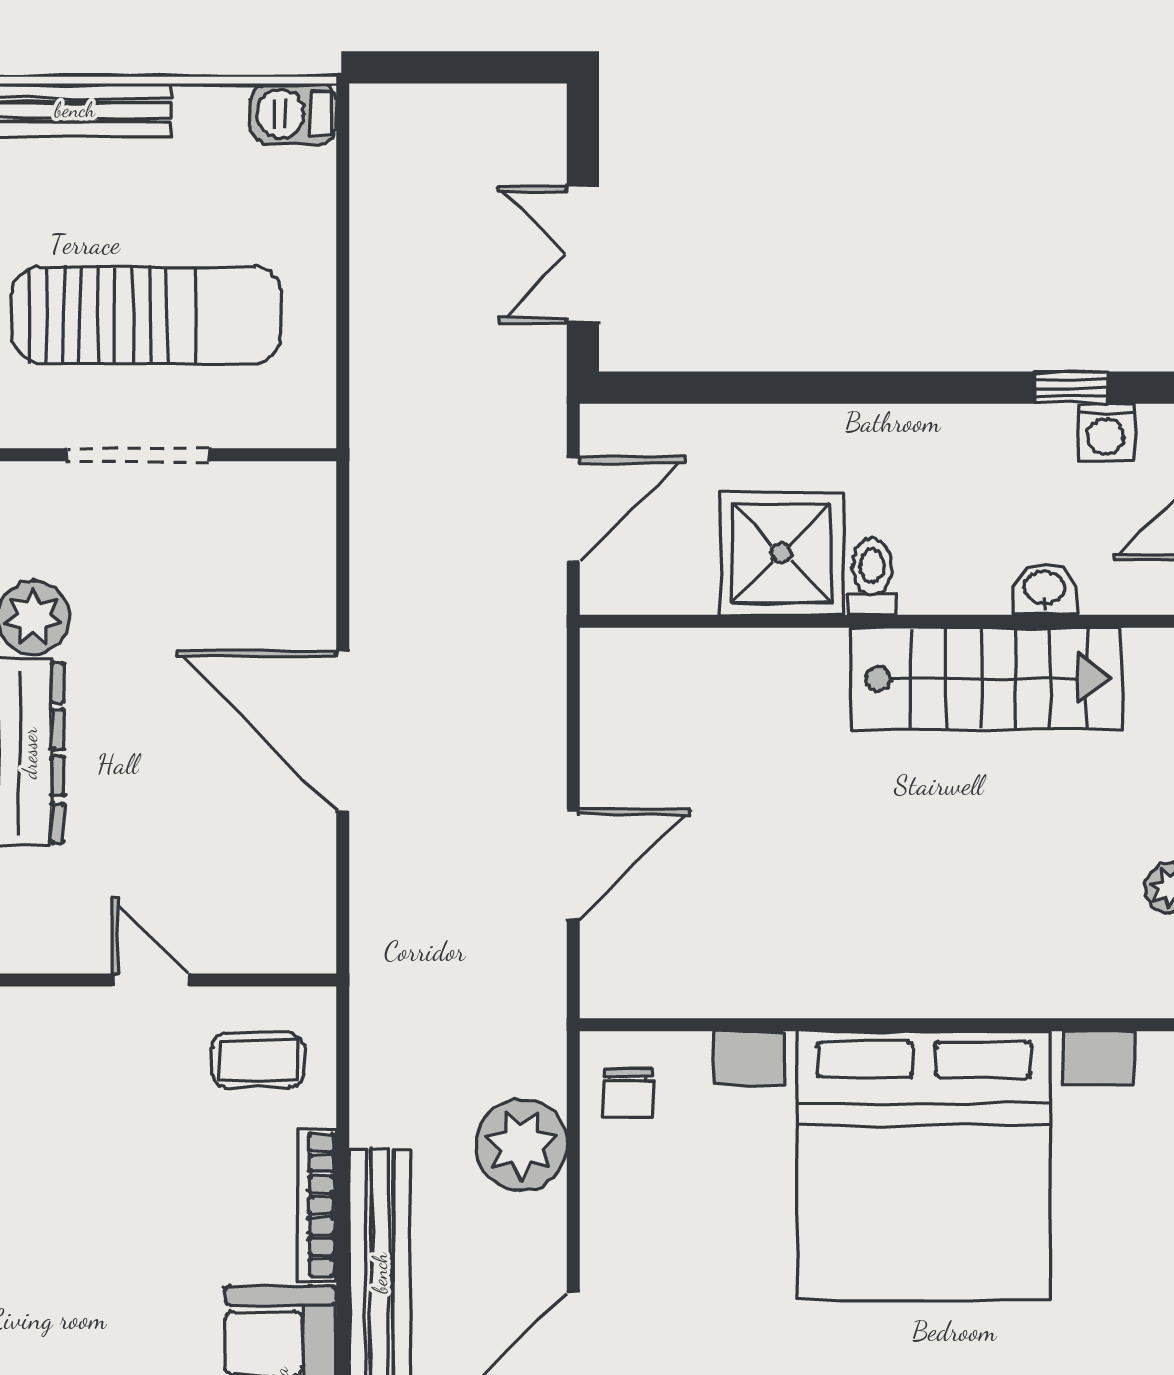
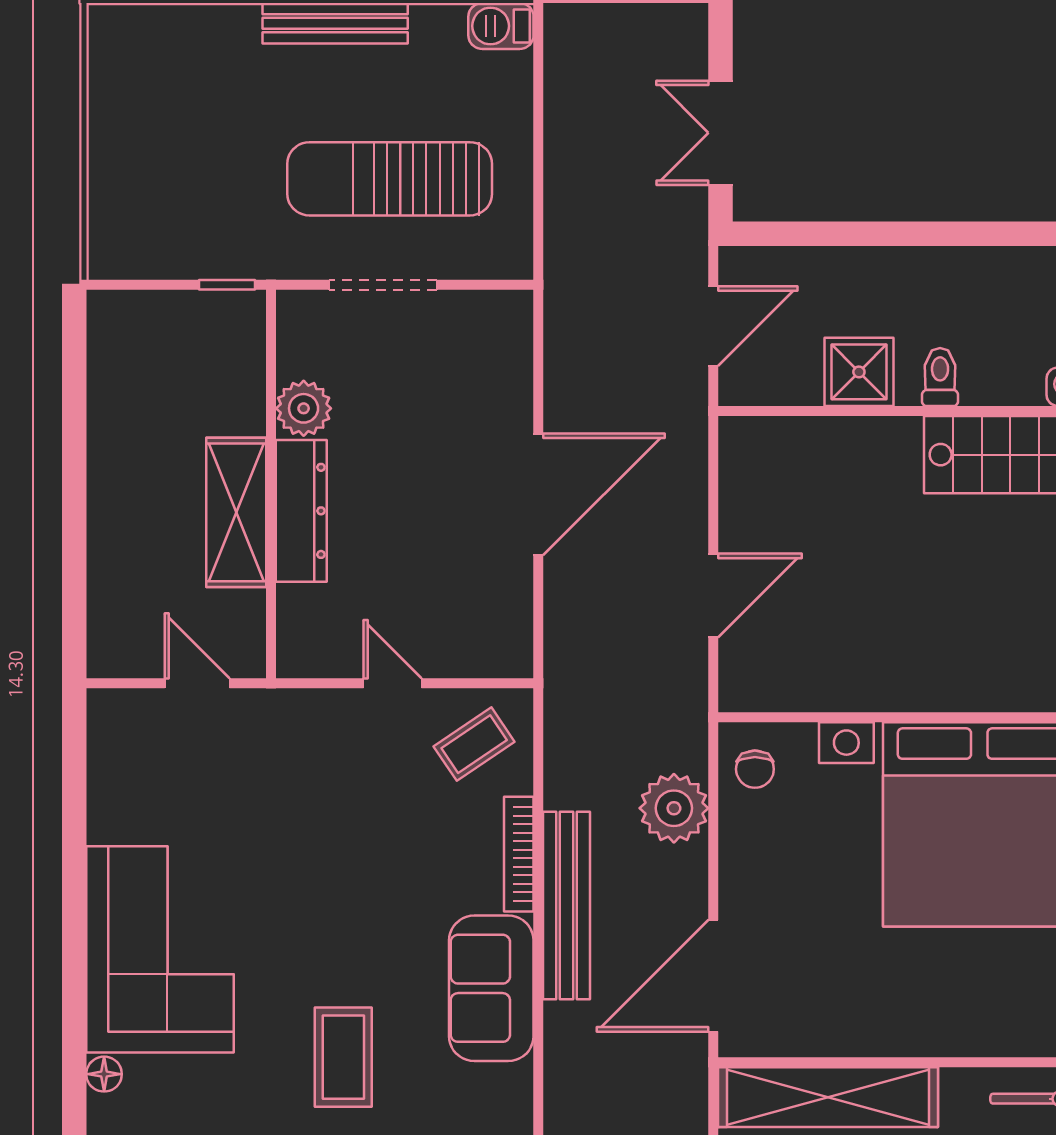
sun lounger: (147, 315) -> (390, 179), turned 180
shower: (782, 553) -> (859, 372), width x0.73, depth x0.73
door: (343, 731) -> (538, 494), swing flipped
coffee table: (258, 1060) -> (474, 744), turned -34

